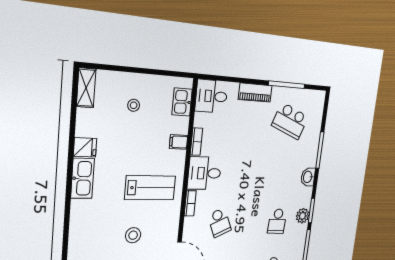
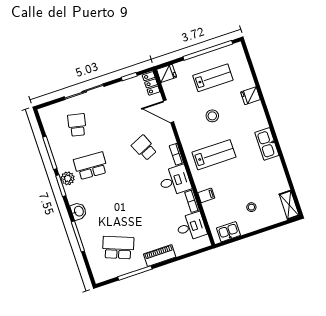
desk: (211, 96) -> (191, 227), moved
kitchen sink: (182, 102) -> (228, 232), moved, turned -90
fridge: (85, 147) -> (250, 96), moved
lab bench: (150, 188) -> (214, 155), turned 180
school desk: (277, 221) -> (91, 166), width x1.85

